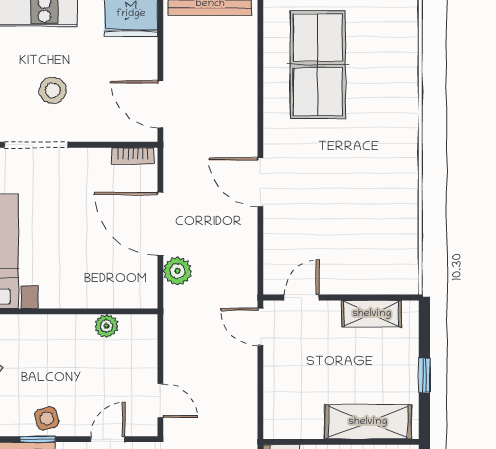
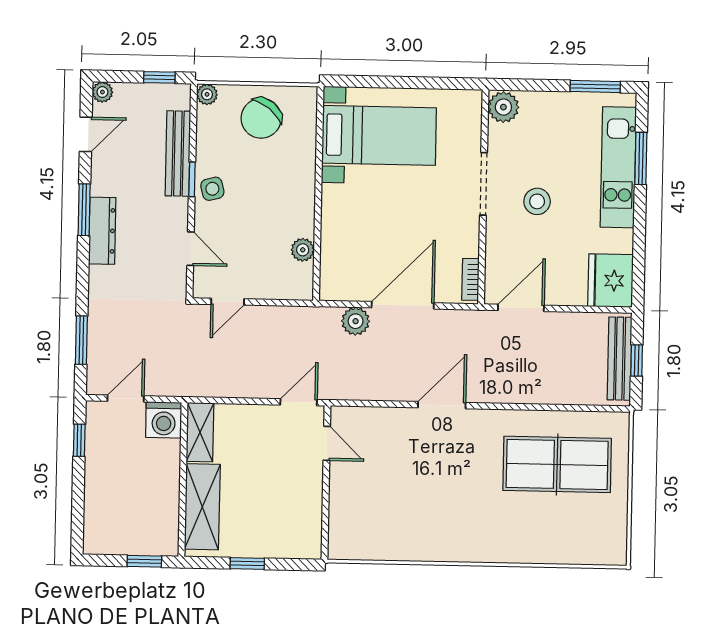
shelving: (372, 314) -> (200, 432), moved

